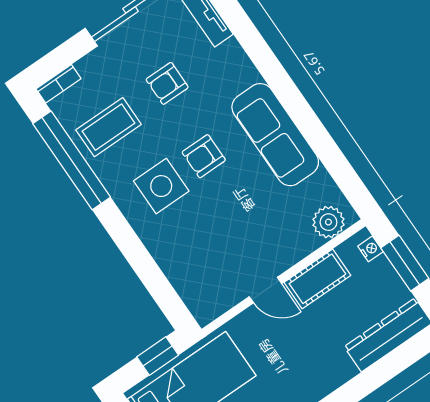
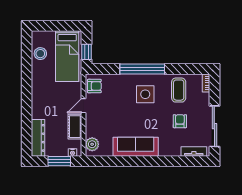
armchair: (204, 156) -> (94, 86), moved, turned 90
window: (72, 160) -> (142, 69), moved

